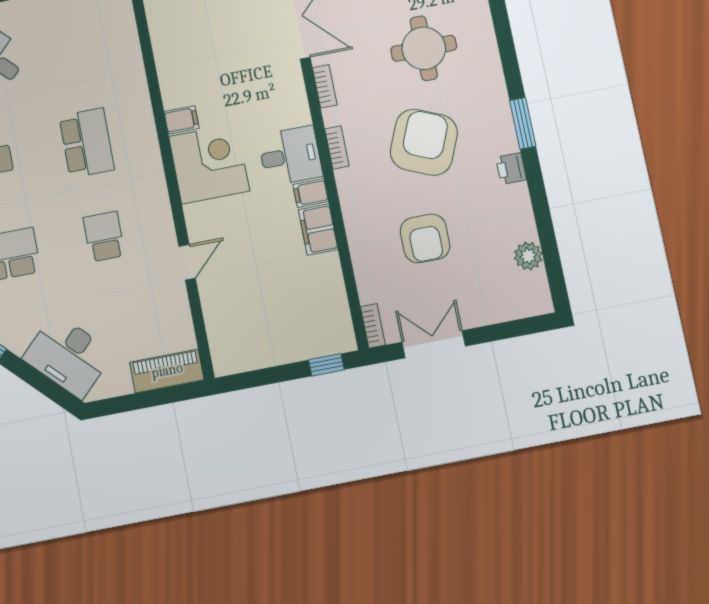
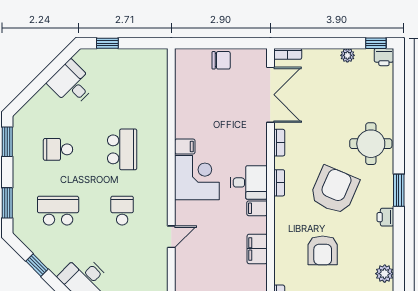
round table: (424, 48) -> (371, 144), moved
filing cabinet: (318, 230) -> (257, 249), moved

